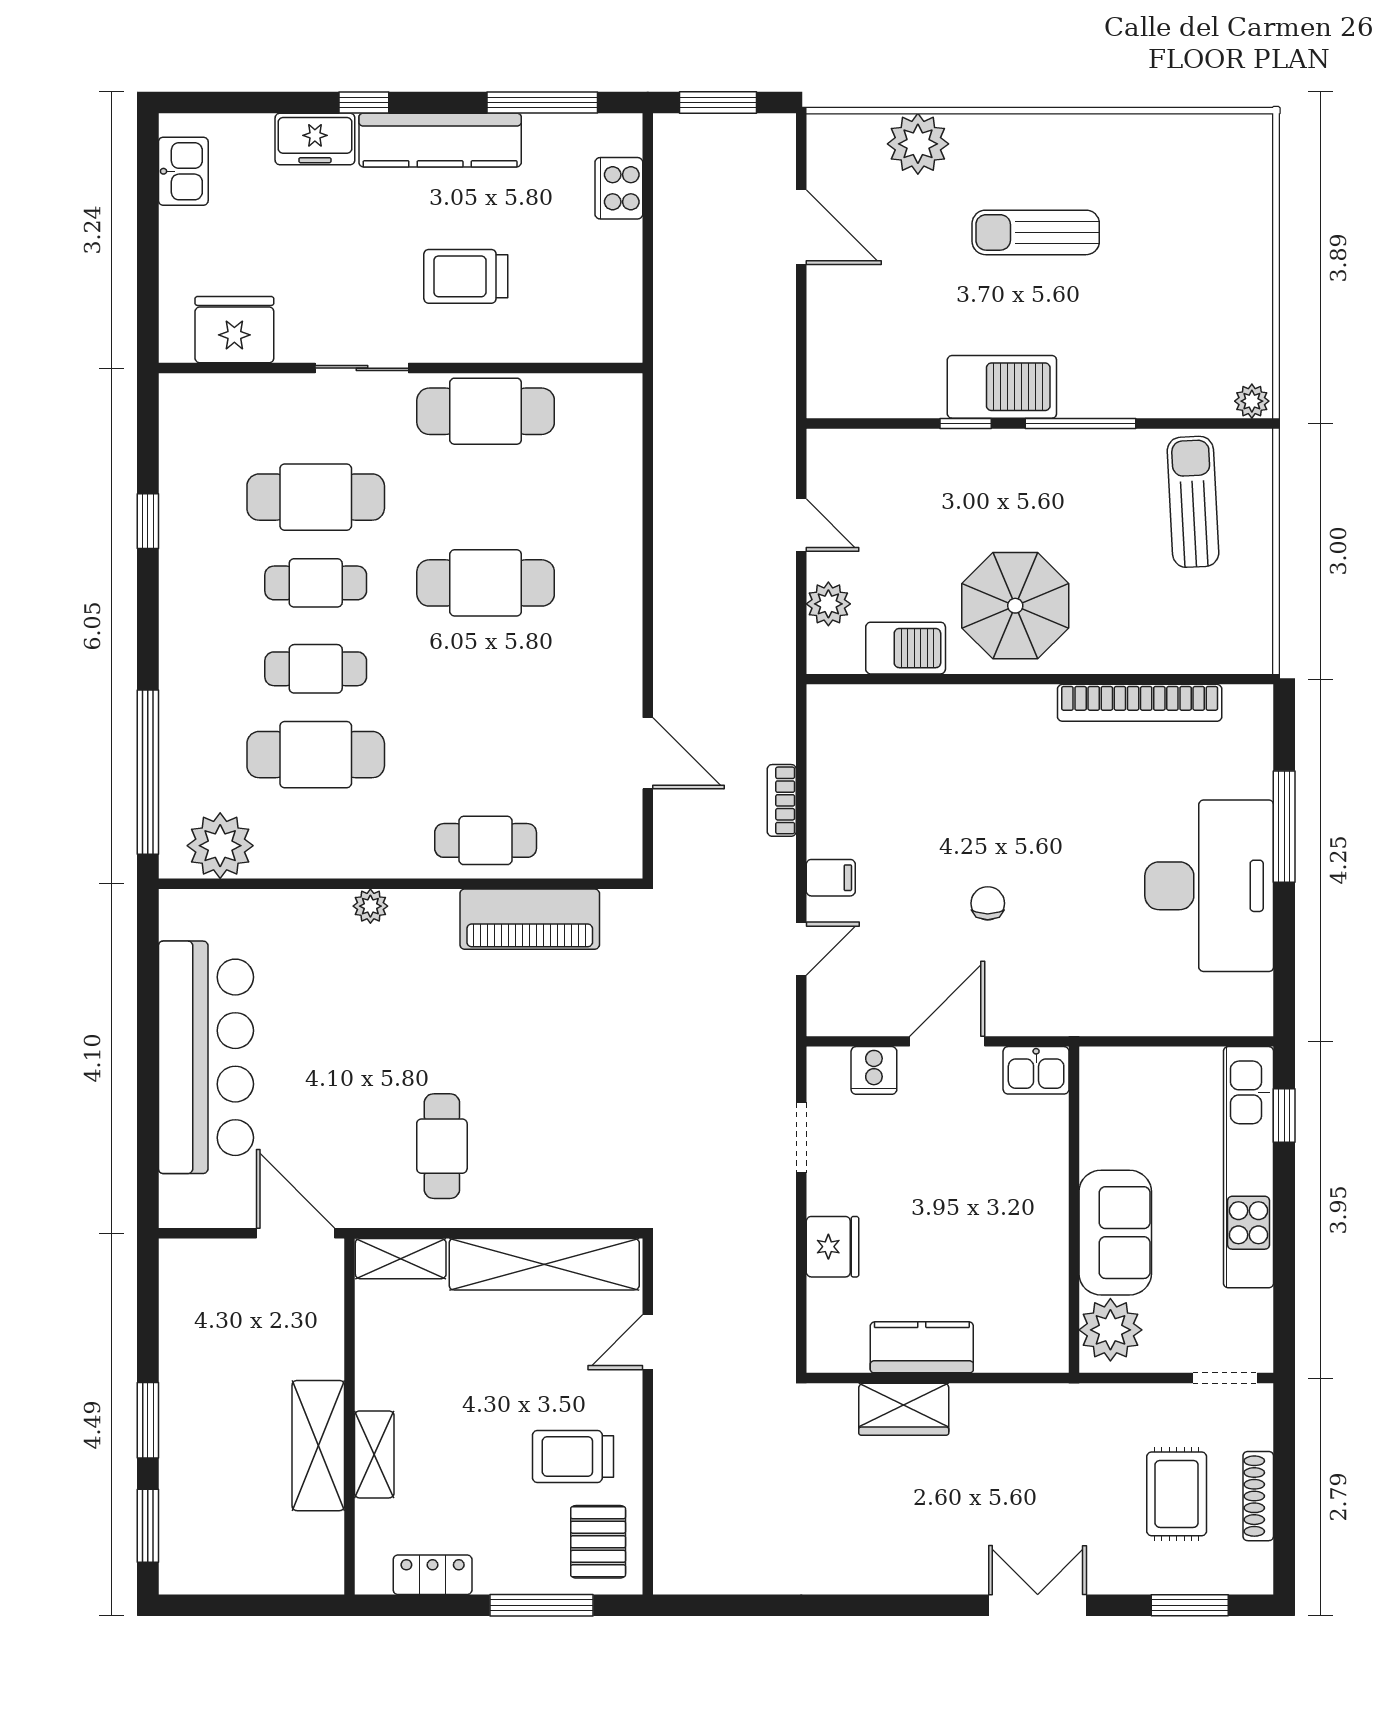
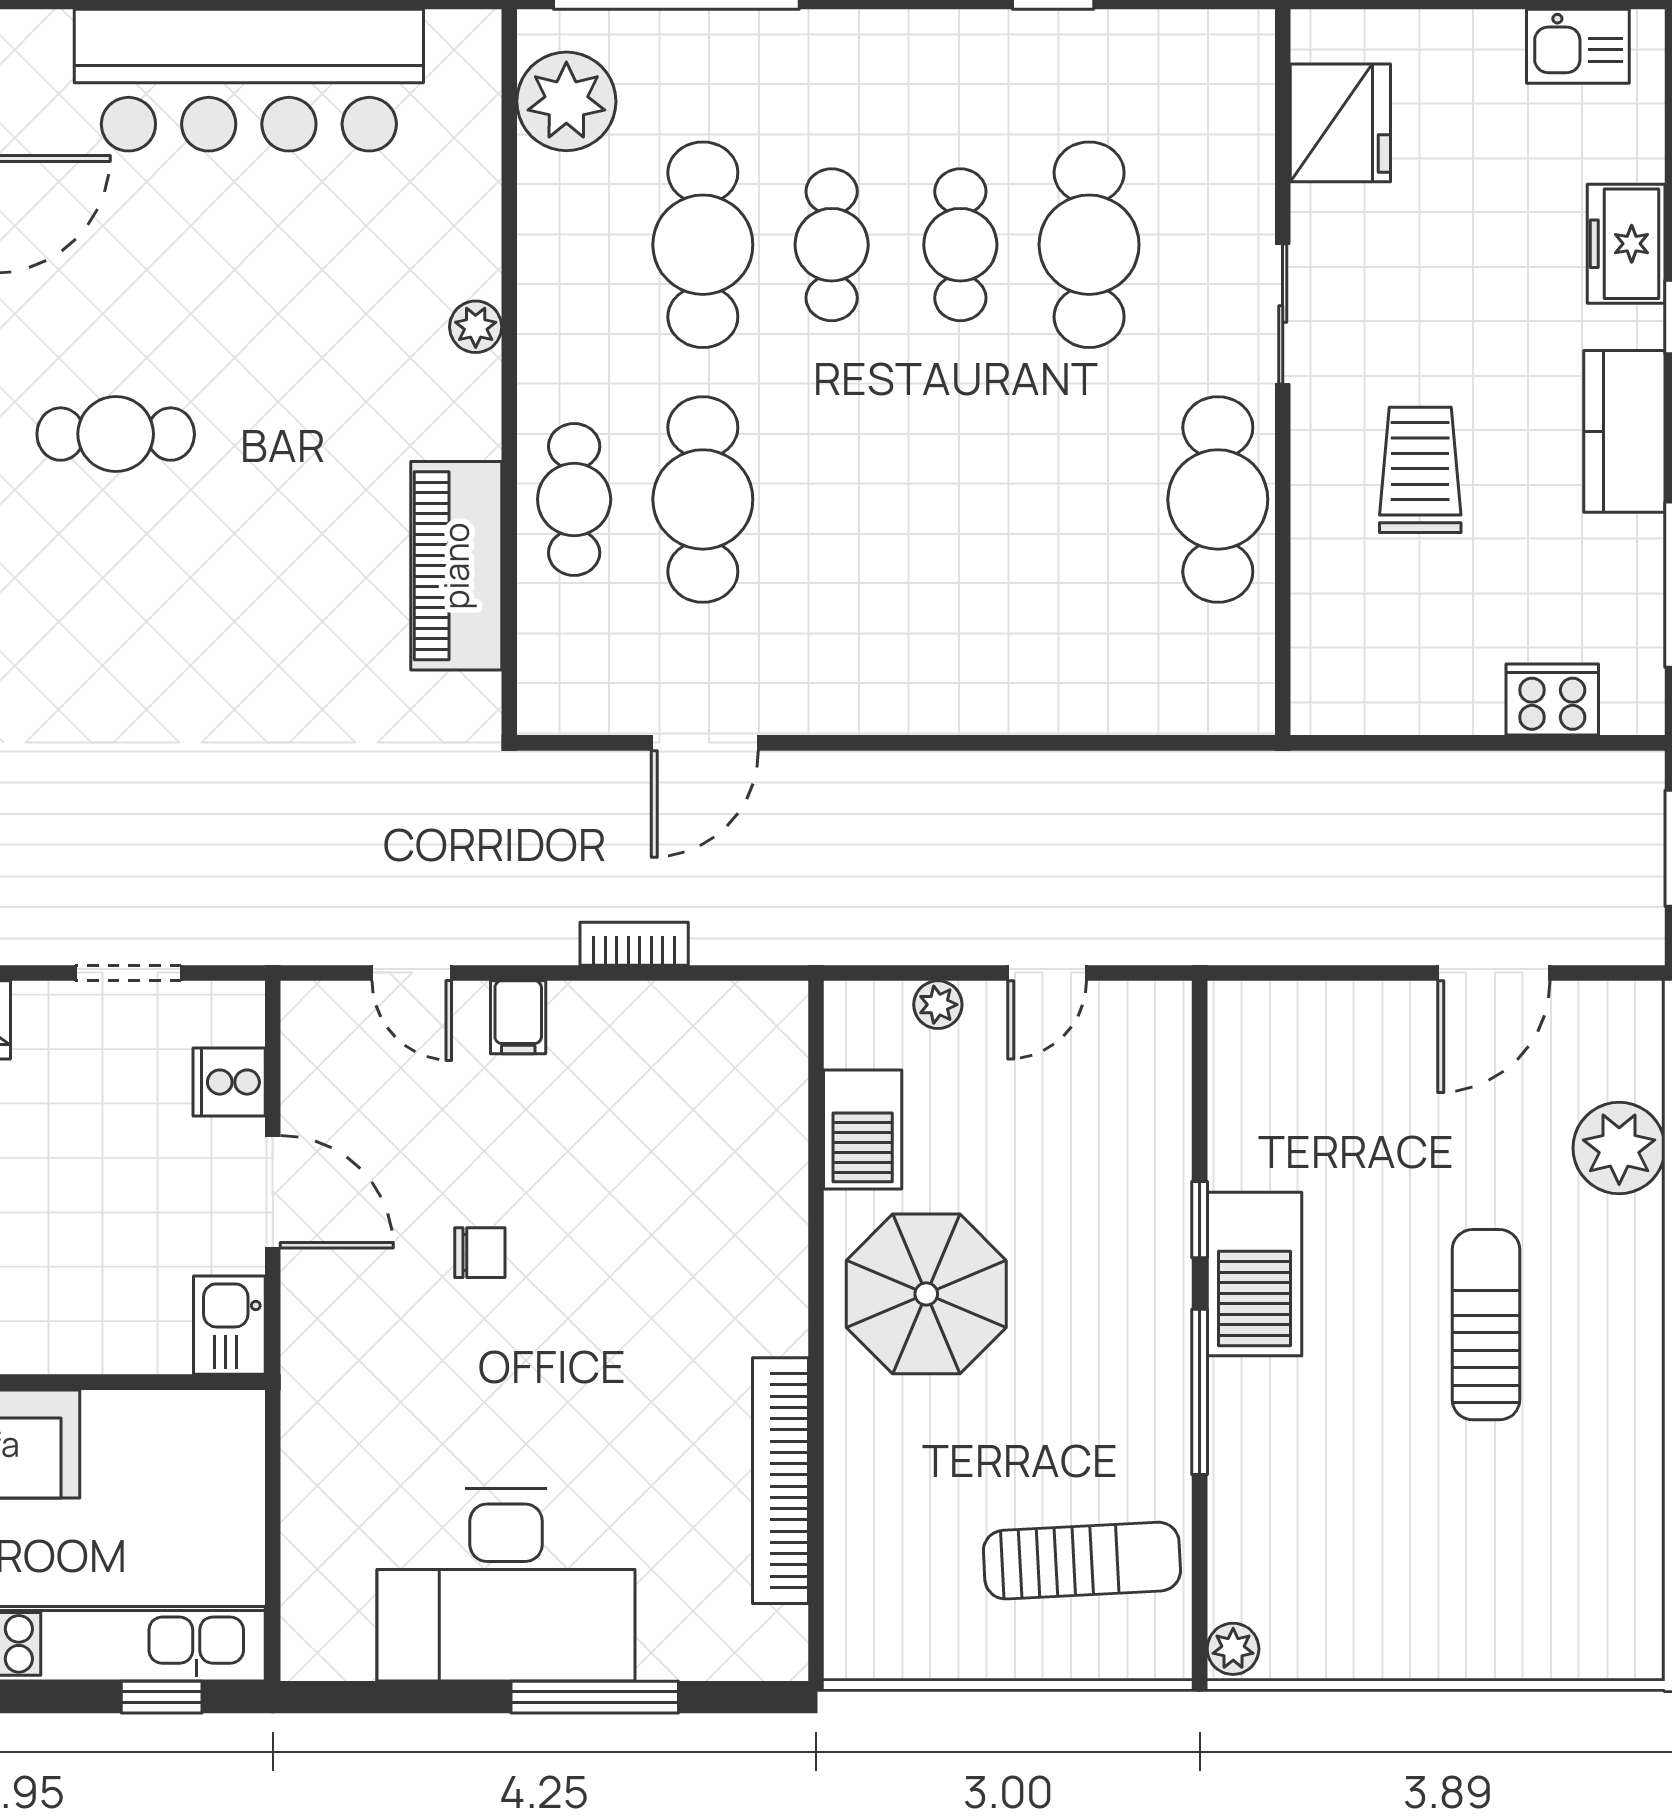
kitchen counter: (440, 140) -> (1624, 431), width x0.67
cafe table: (486, 583) -> (703, 499), moved
plant: (828, 604) -> (938, 1005), width x0.73, depth x0.73

